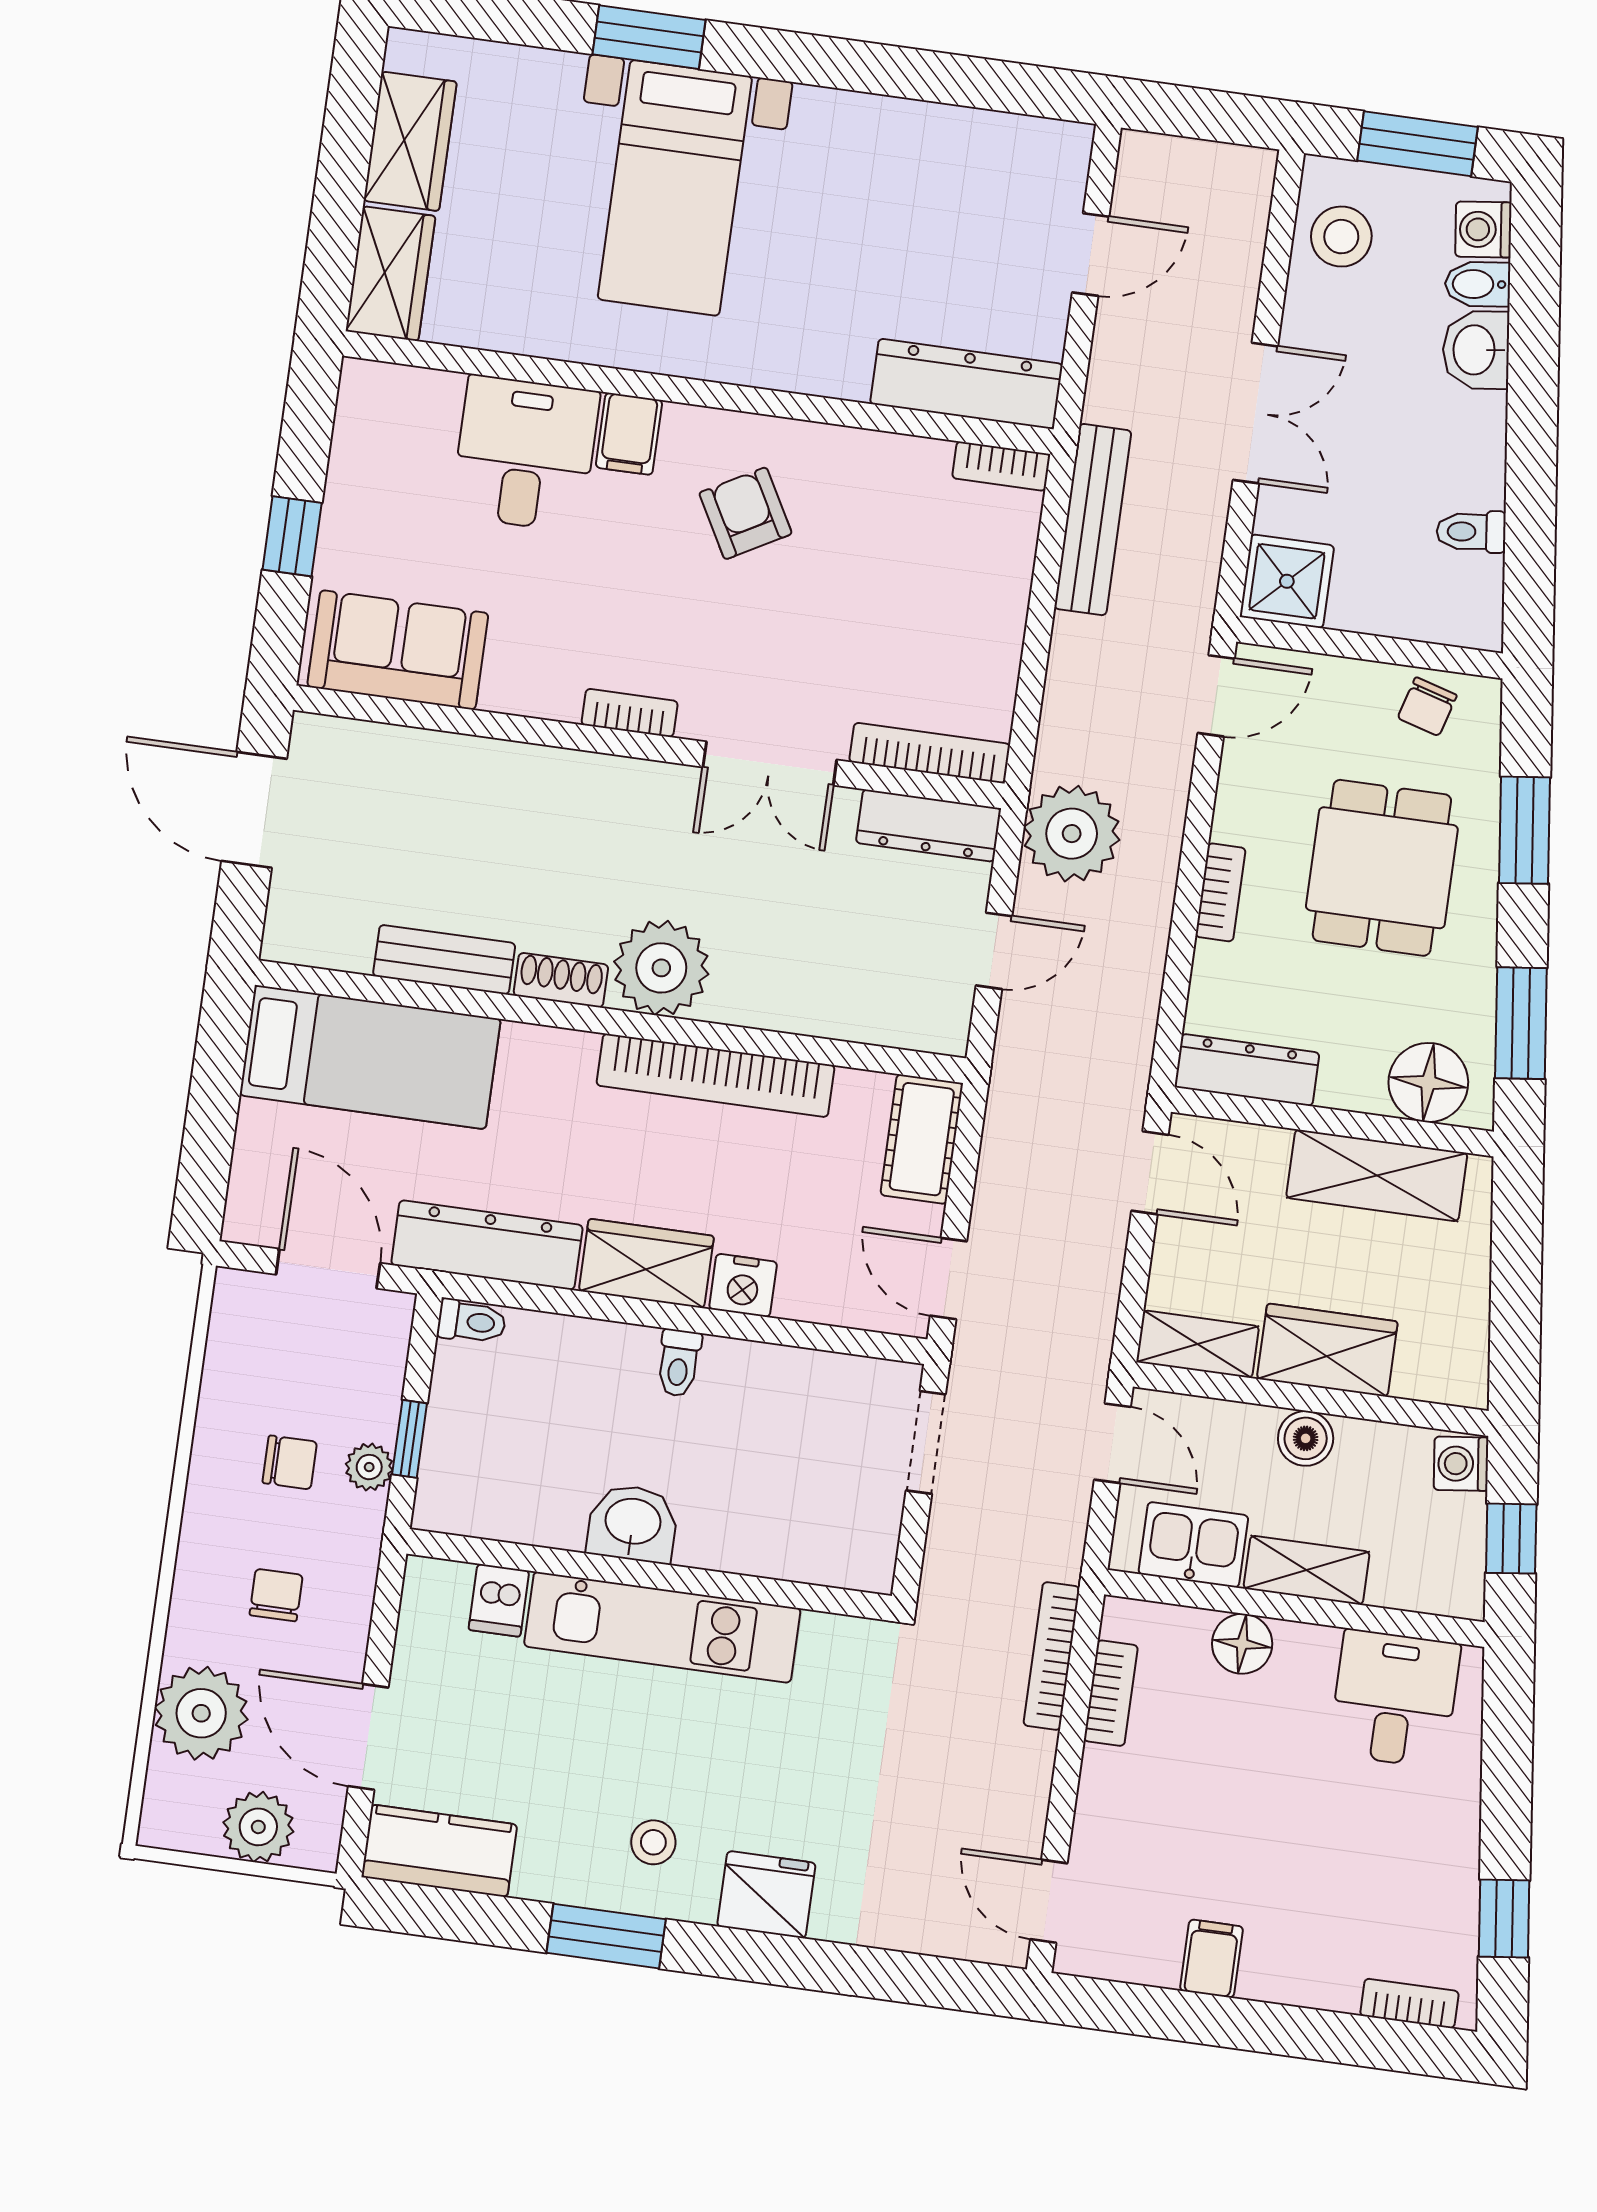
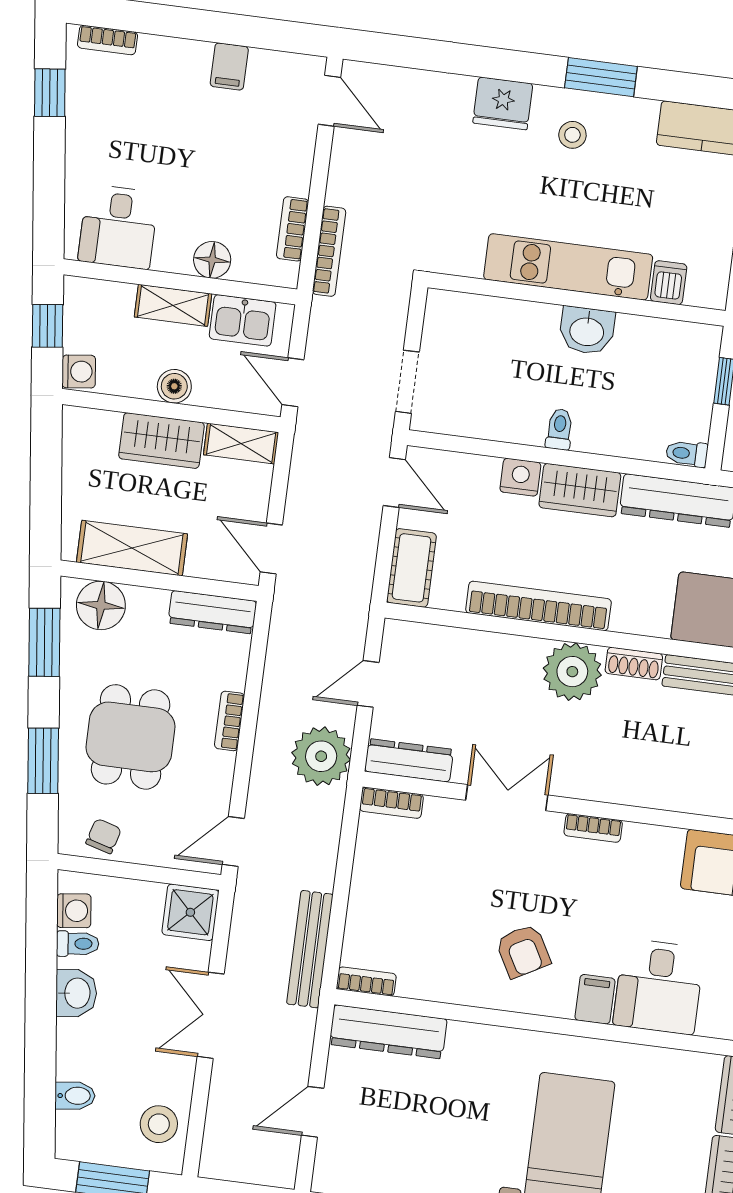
washing machine: (1483, 230) -> (74, 911), moved
washbasin: (1476, 350) -> (76, 993), moved
bookcase: (930, 753) -> (392, 803), width x0.64

